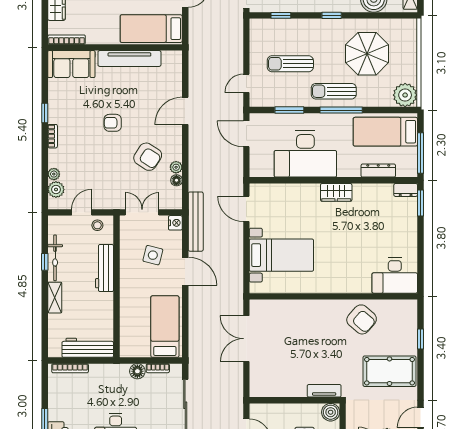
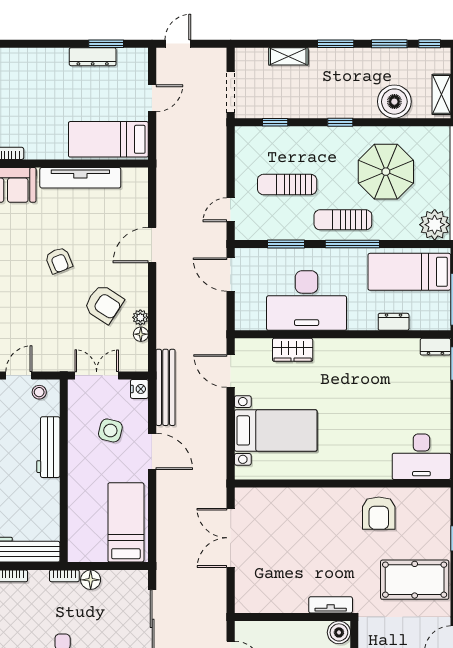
armchair: (113, 123) -> (59, 260), turned -112
dresser: (378, 171) -> (394, 322), width x0.70
wardrobe: (336, 192) -> (293, 350), moved
armchair: (362, 319) -> (379, 513), turned 49
bookcase: (158, 368) -> (64, 576), moved

